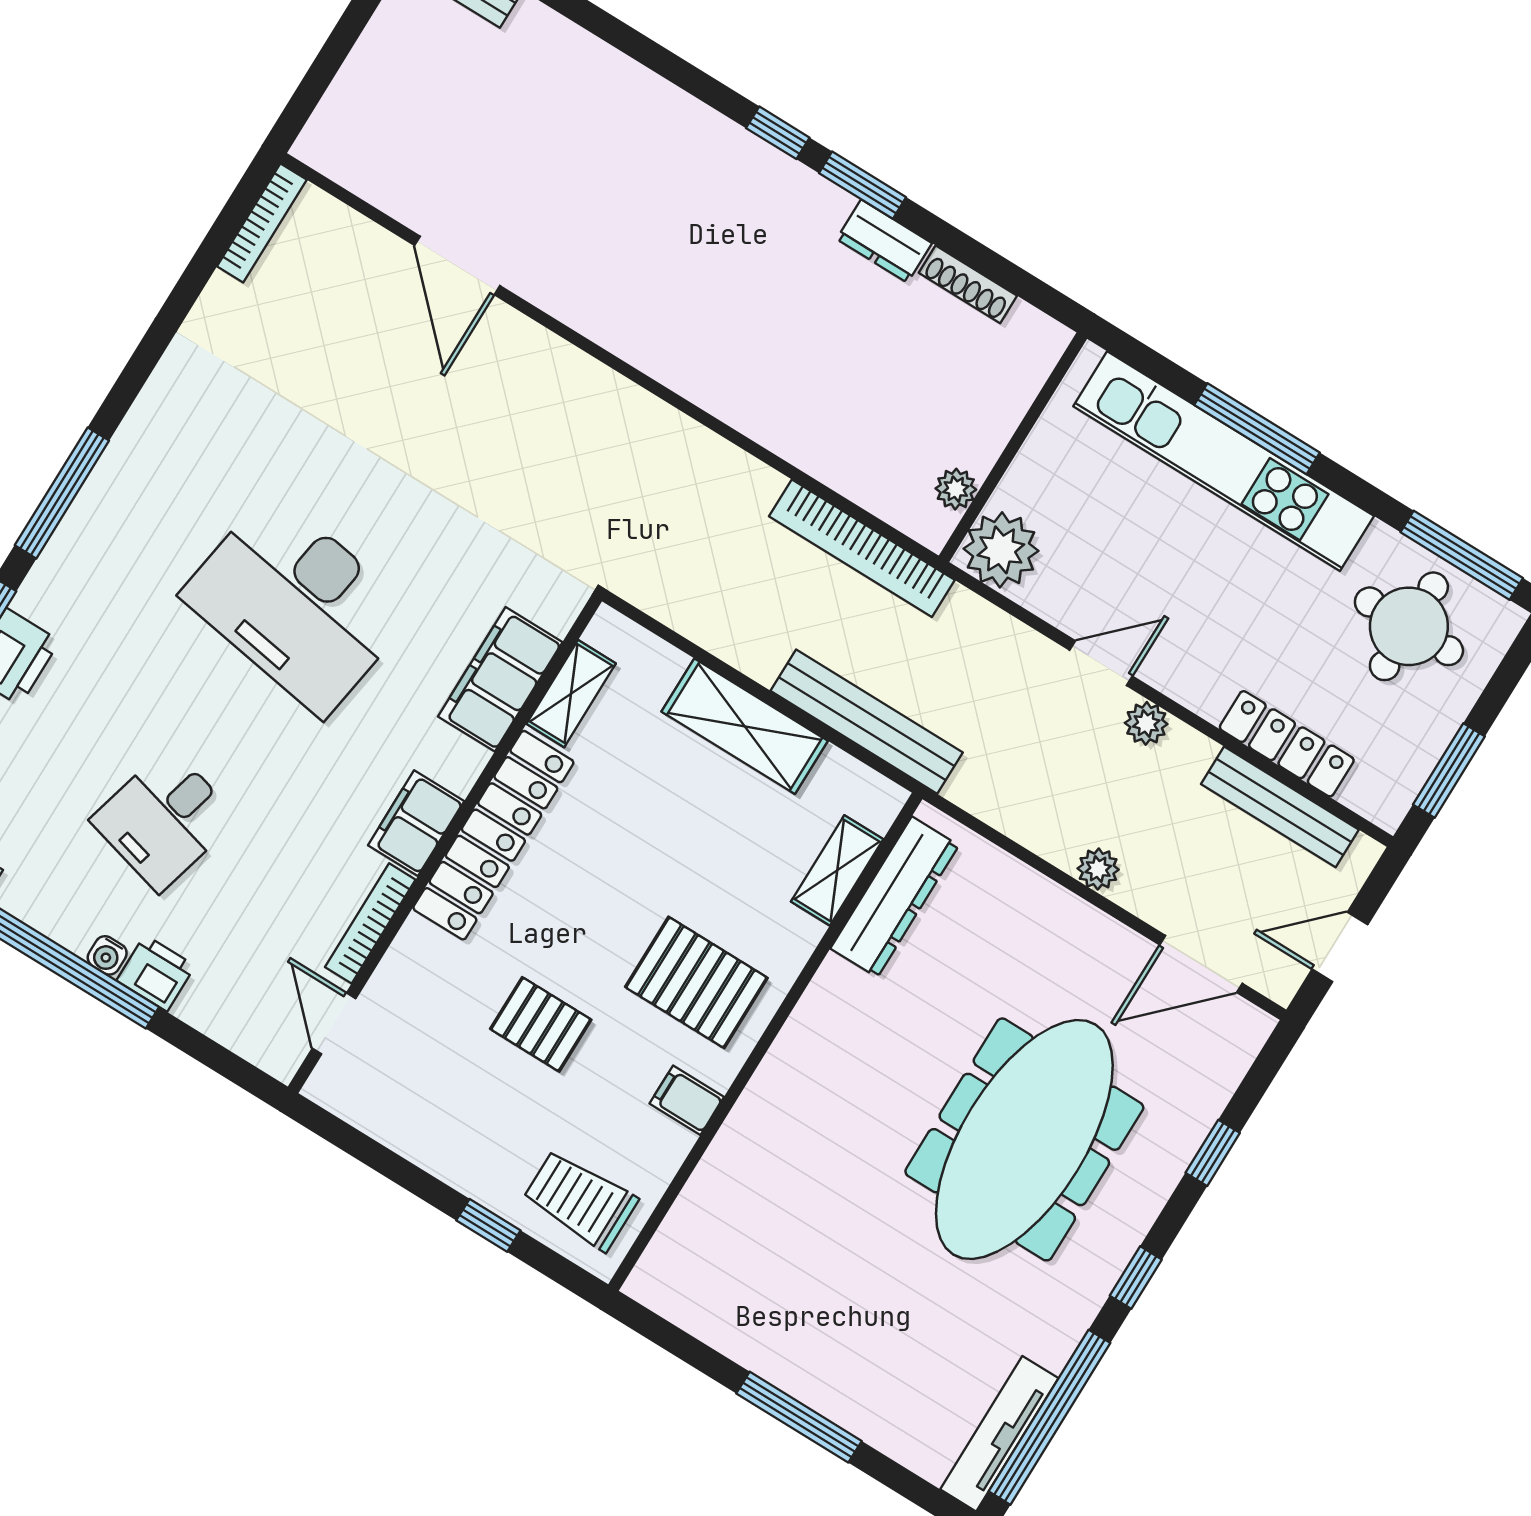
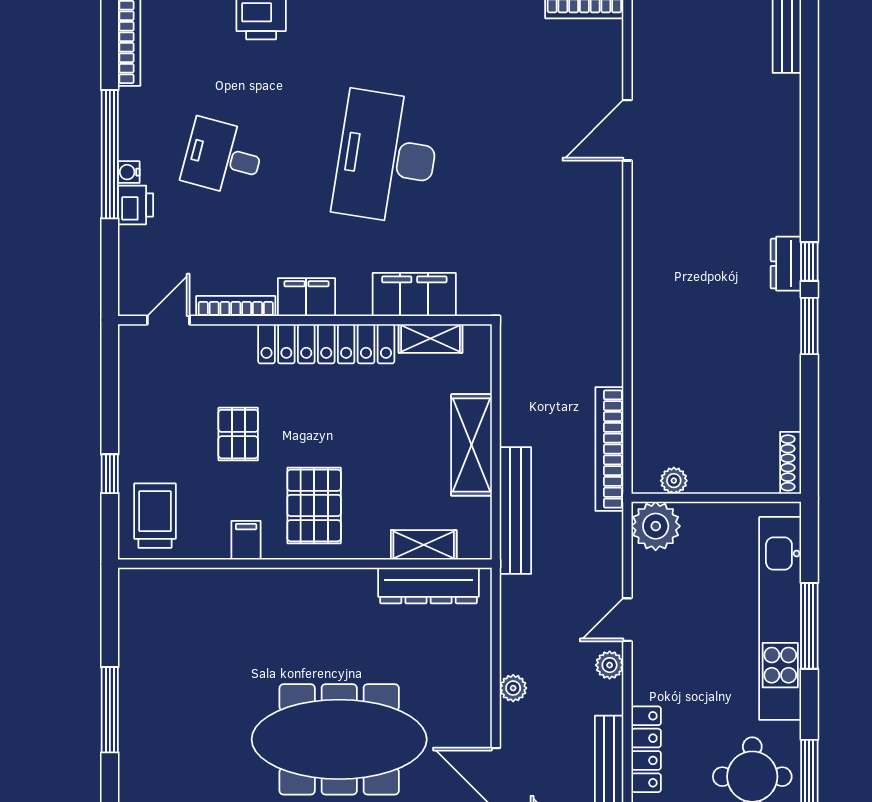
dresser: (884, 241) -> (786, 264), moved
shoe rack: (968, 284) -> (791, 463), moved
door: (1101, 663) -> (627, 620), swing flipped

